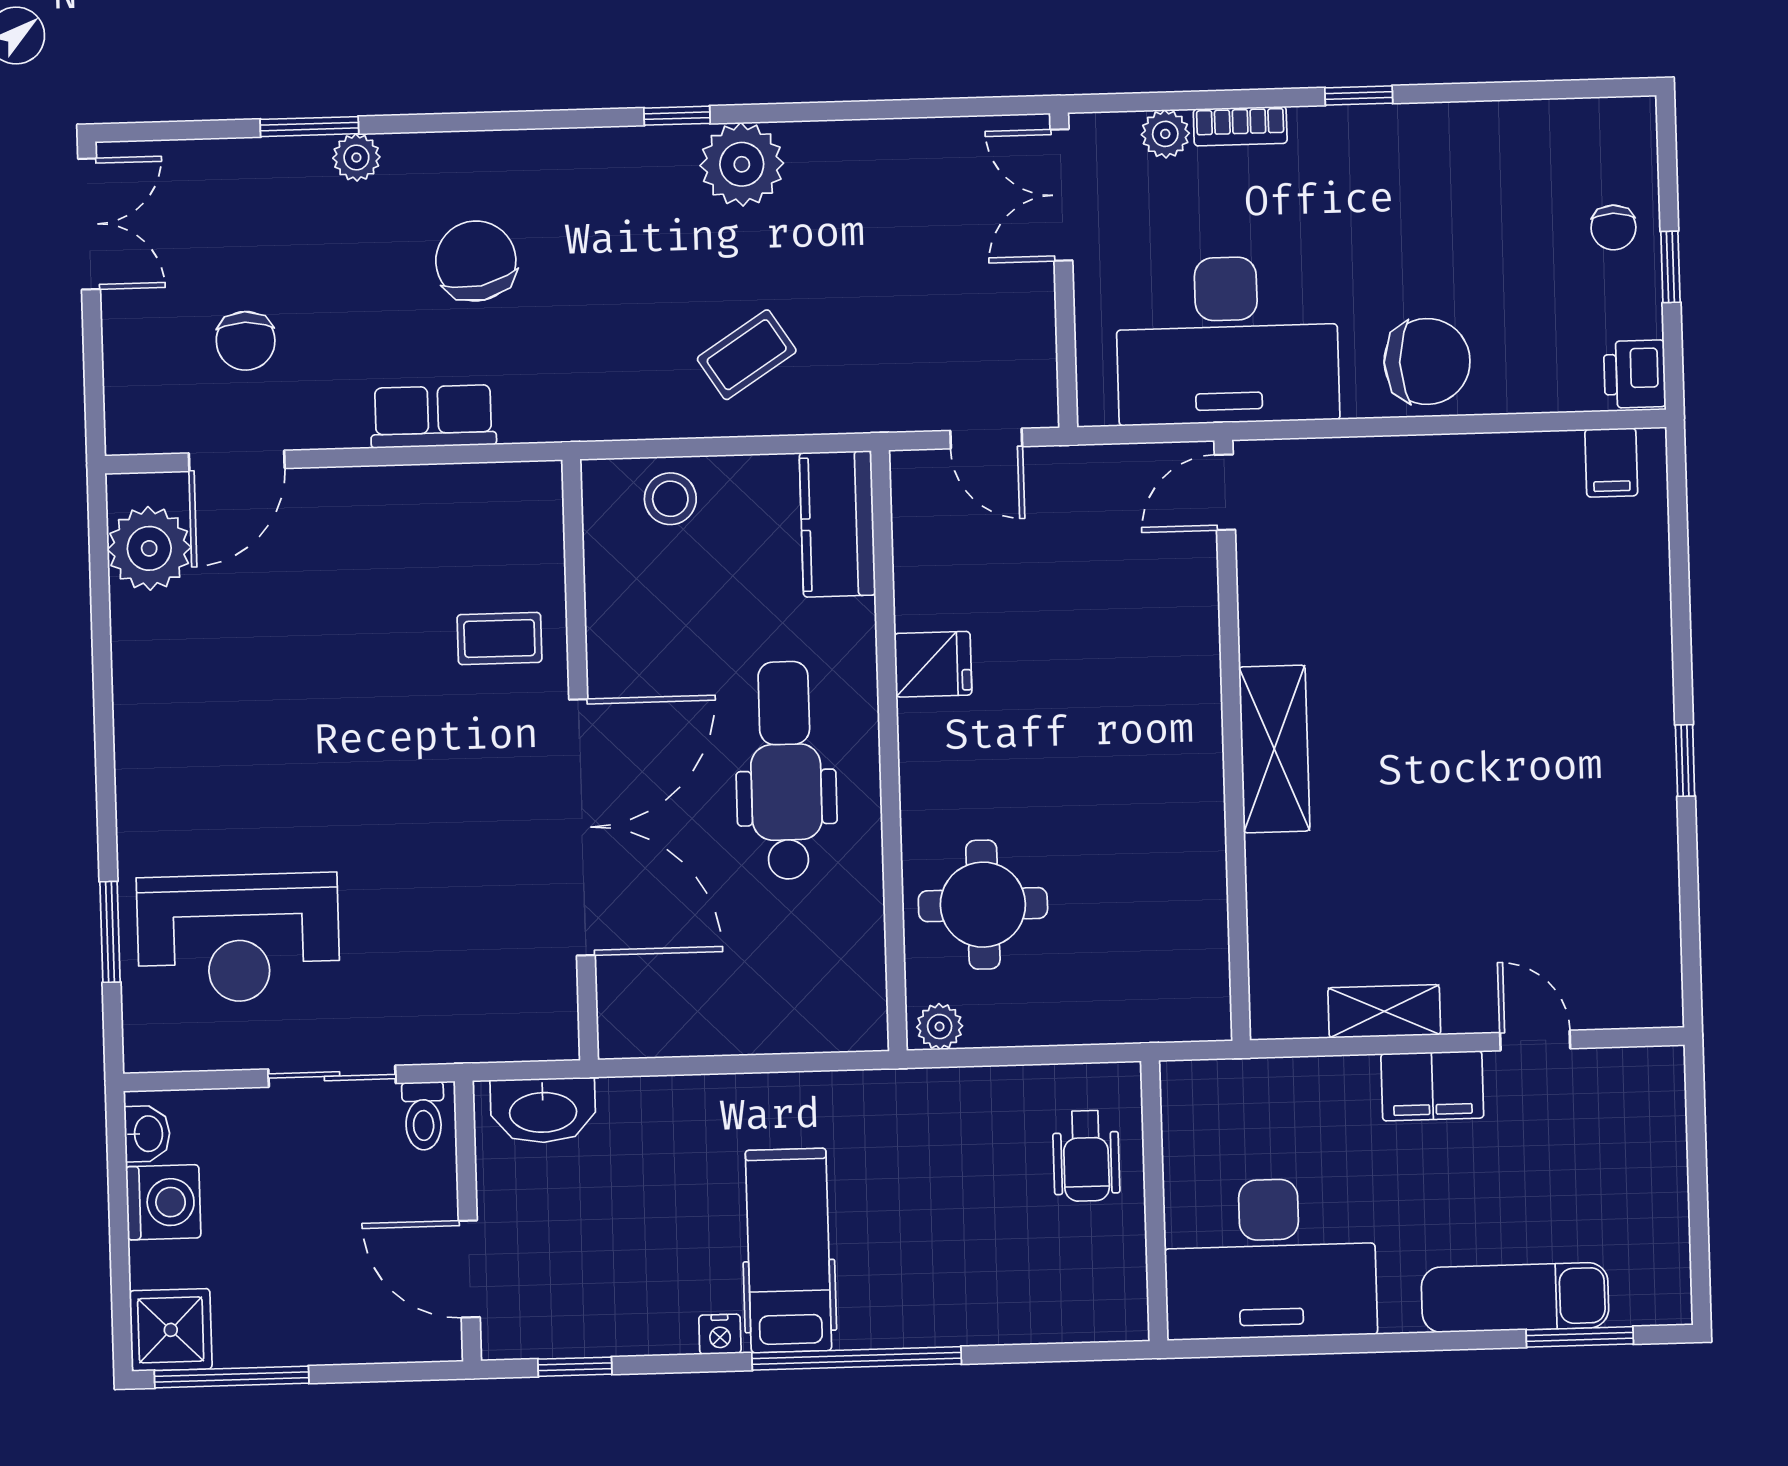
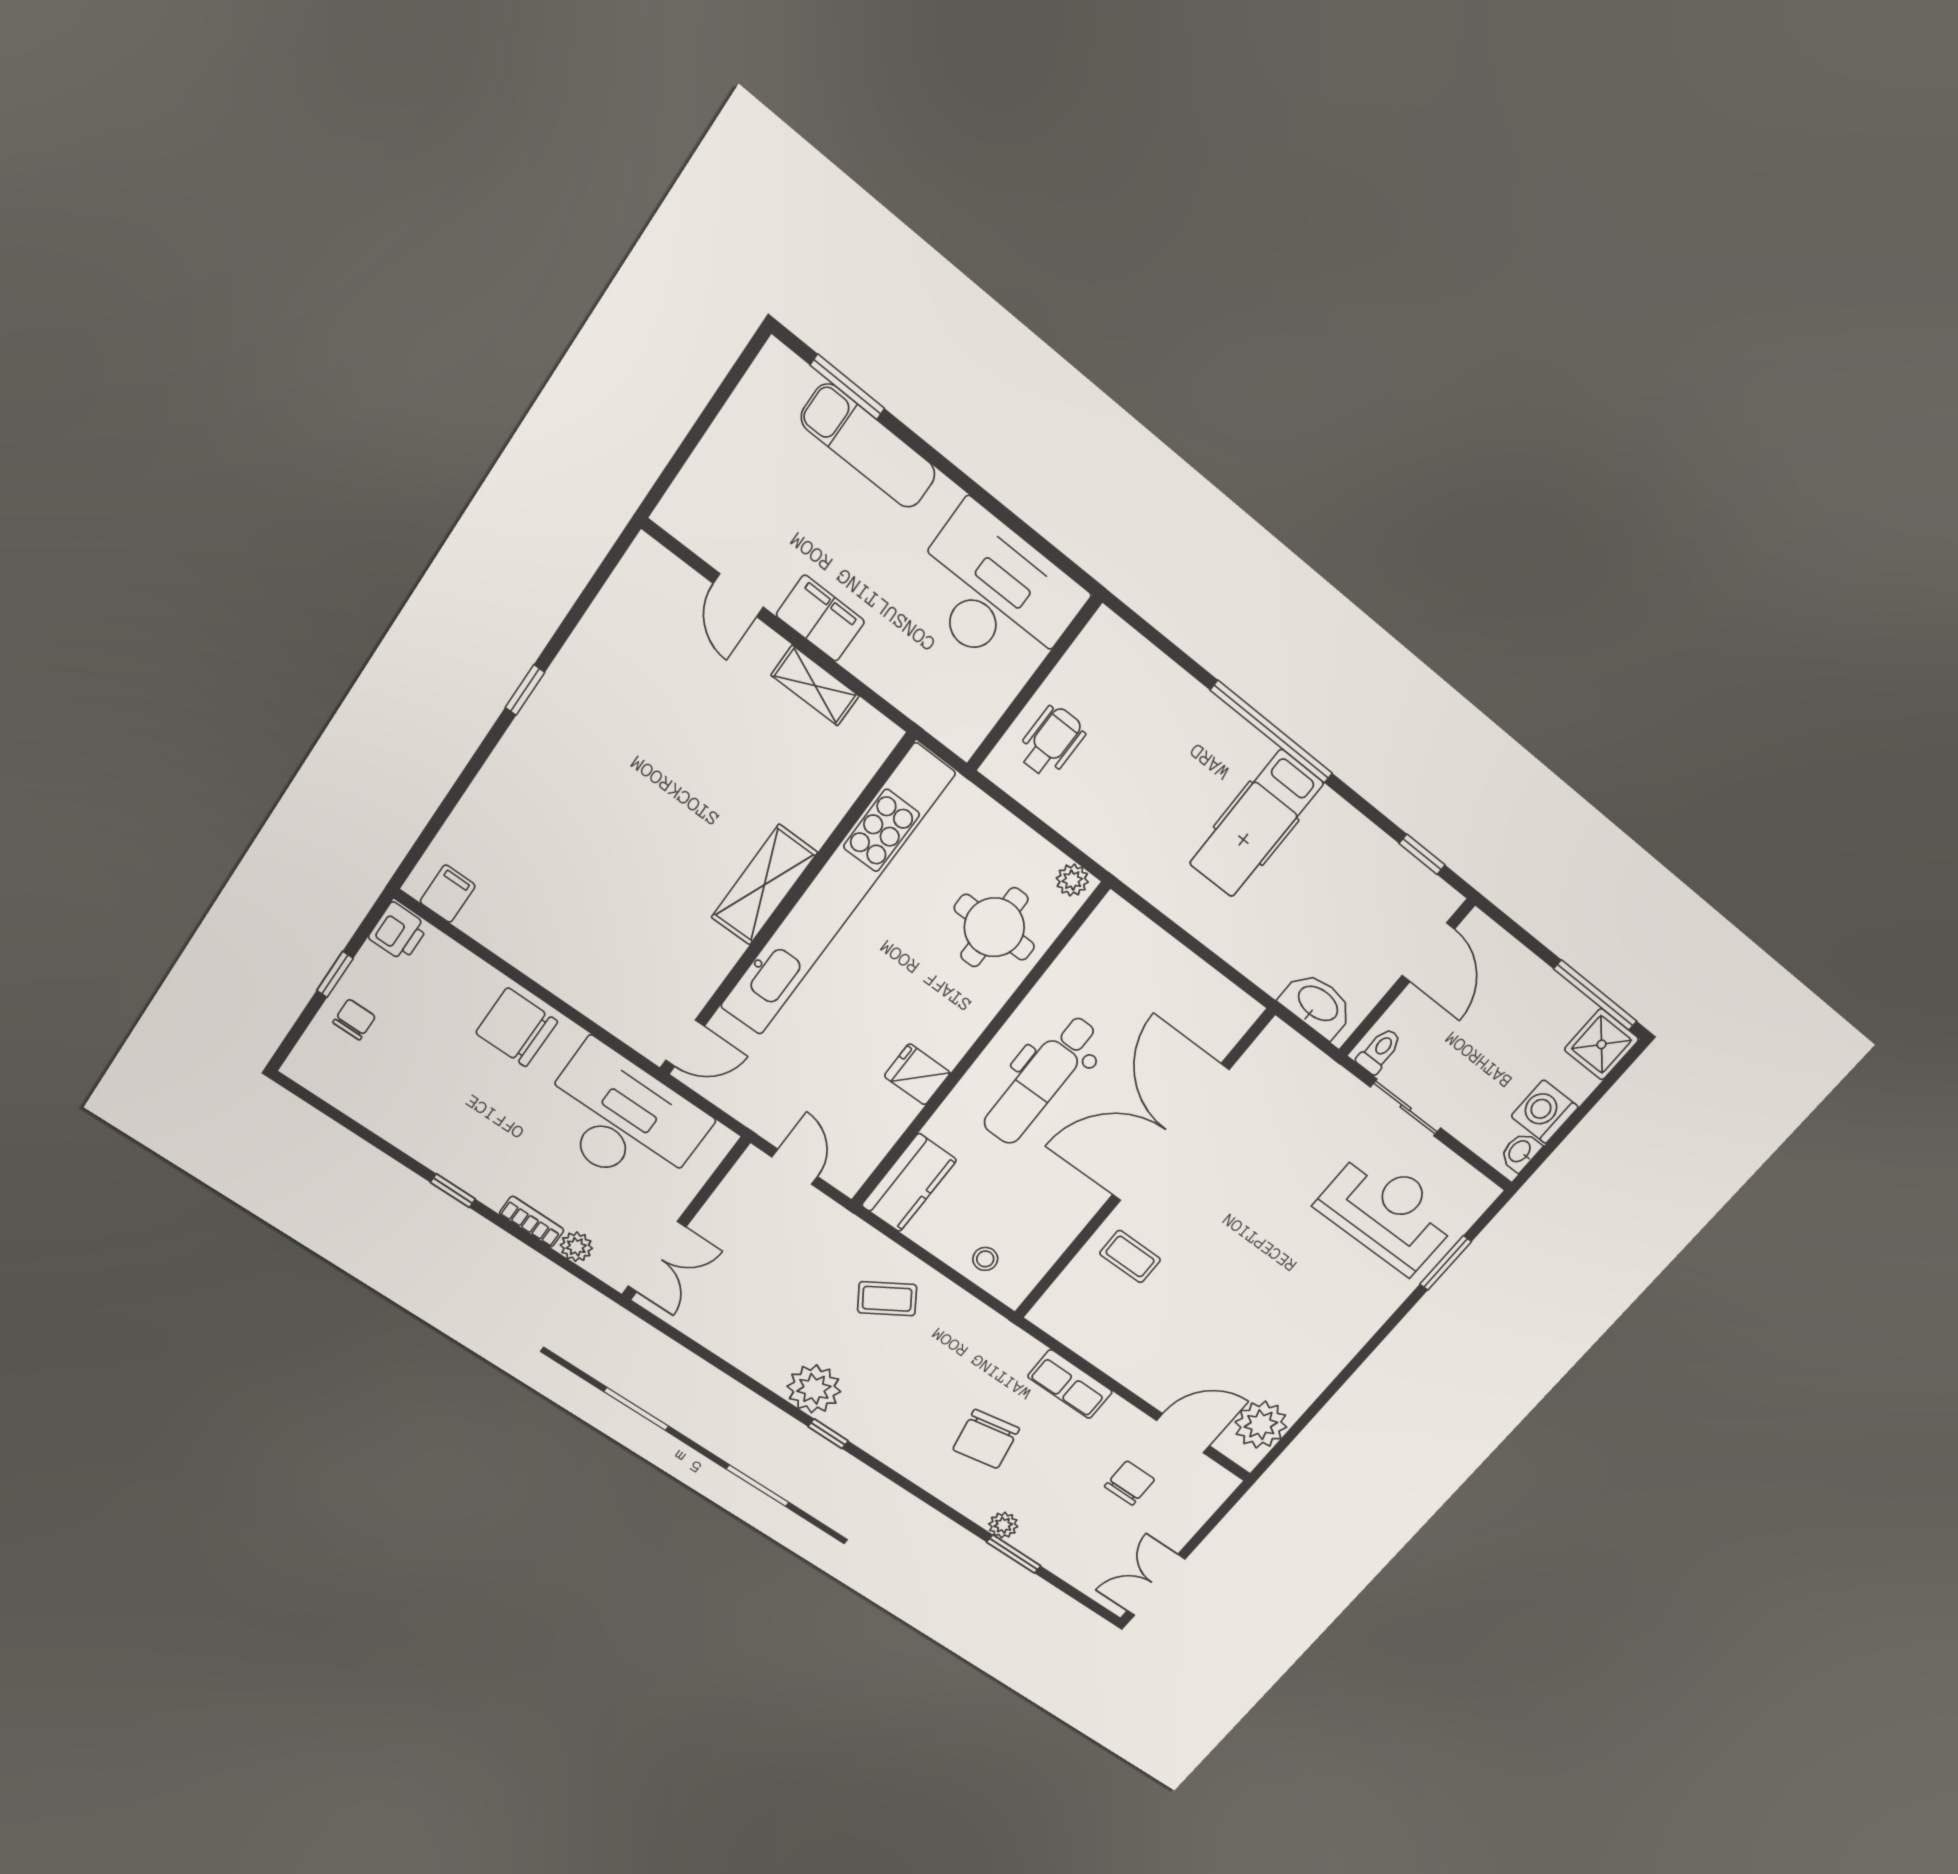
stool: (670, 499) -> (985, 1259), width x0.73, depth x0.73
kitchen unit: (1190, 804) -> (836, 892), added
nightstand: (720, 1334) -> (1332, 808), removed

